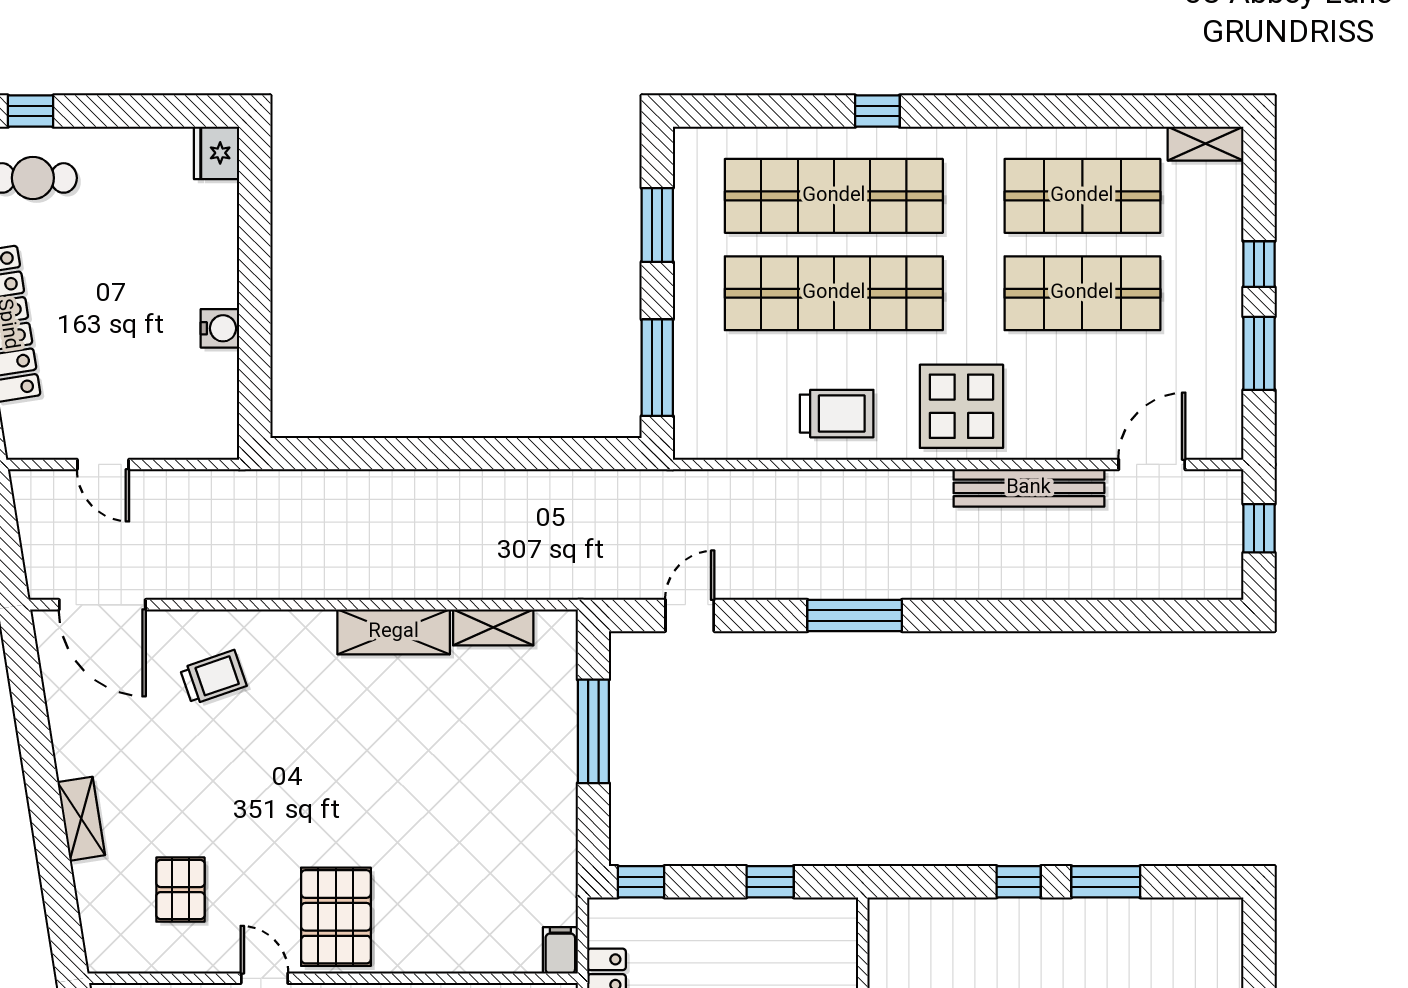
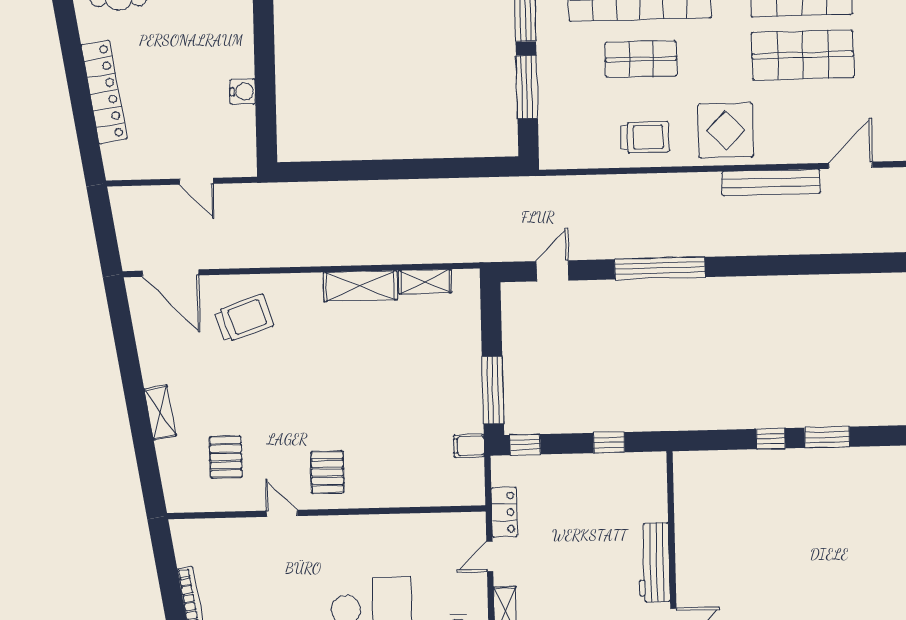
shop shelf: (834, 293) -> (641, 59), width x0.50, depth x0.74
window: (657, 368) -> (527, 87), moved
door: (103, 464) -> (196, 181), moved
window: (855, 616) -> (660, 268), width x1.46
trolley: (213, 677) -> (244, 318), width x1.36, depth x1.39
window: (593, 731) -> (493, 390), moved
pallet: (336, 917) -> (327, 472), width x0.67, depth x0.71
filing cabinet: (560, 950) -> (469, 446), moved, turned -90

